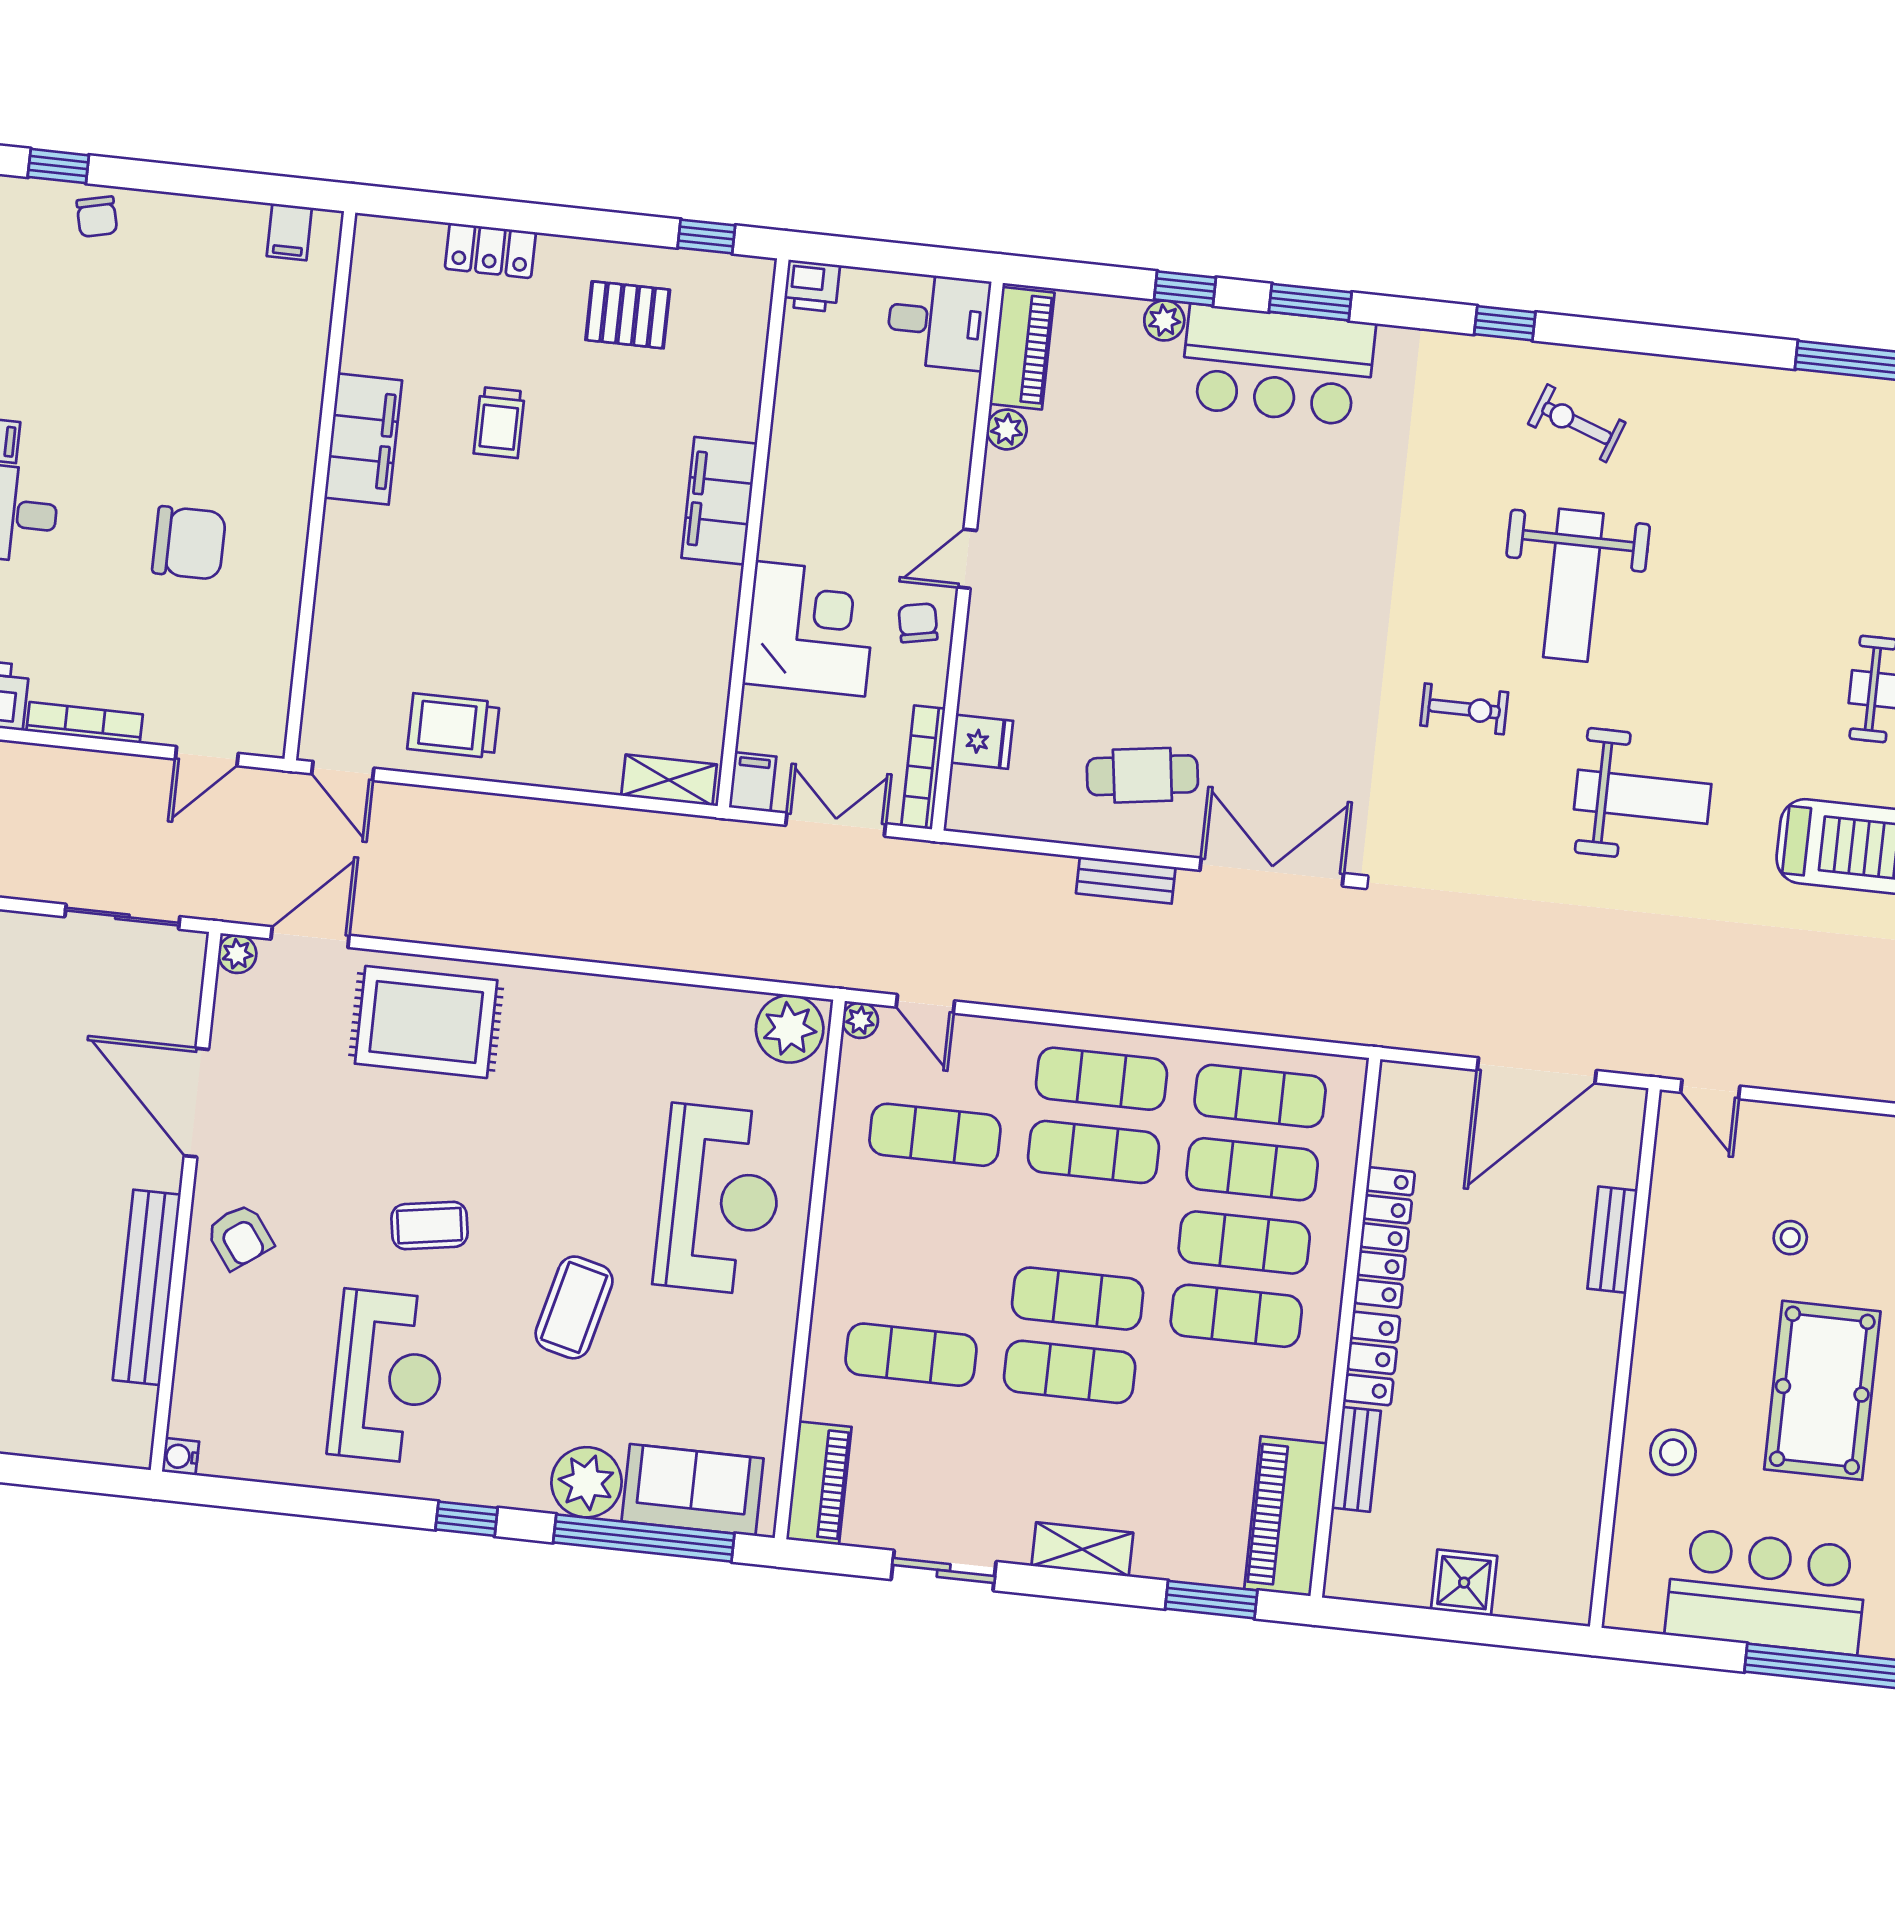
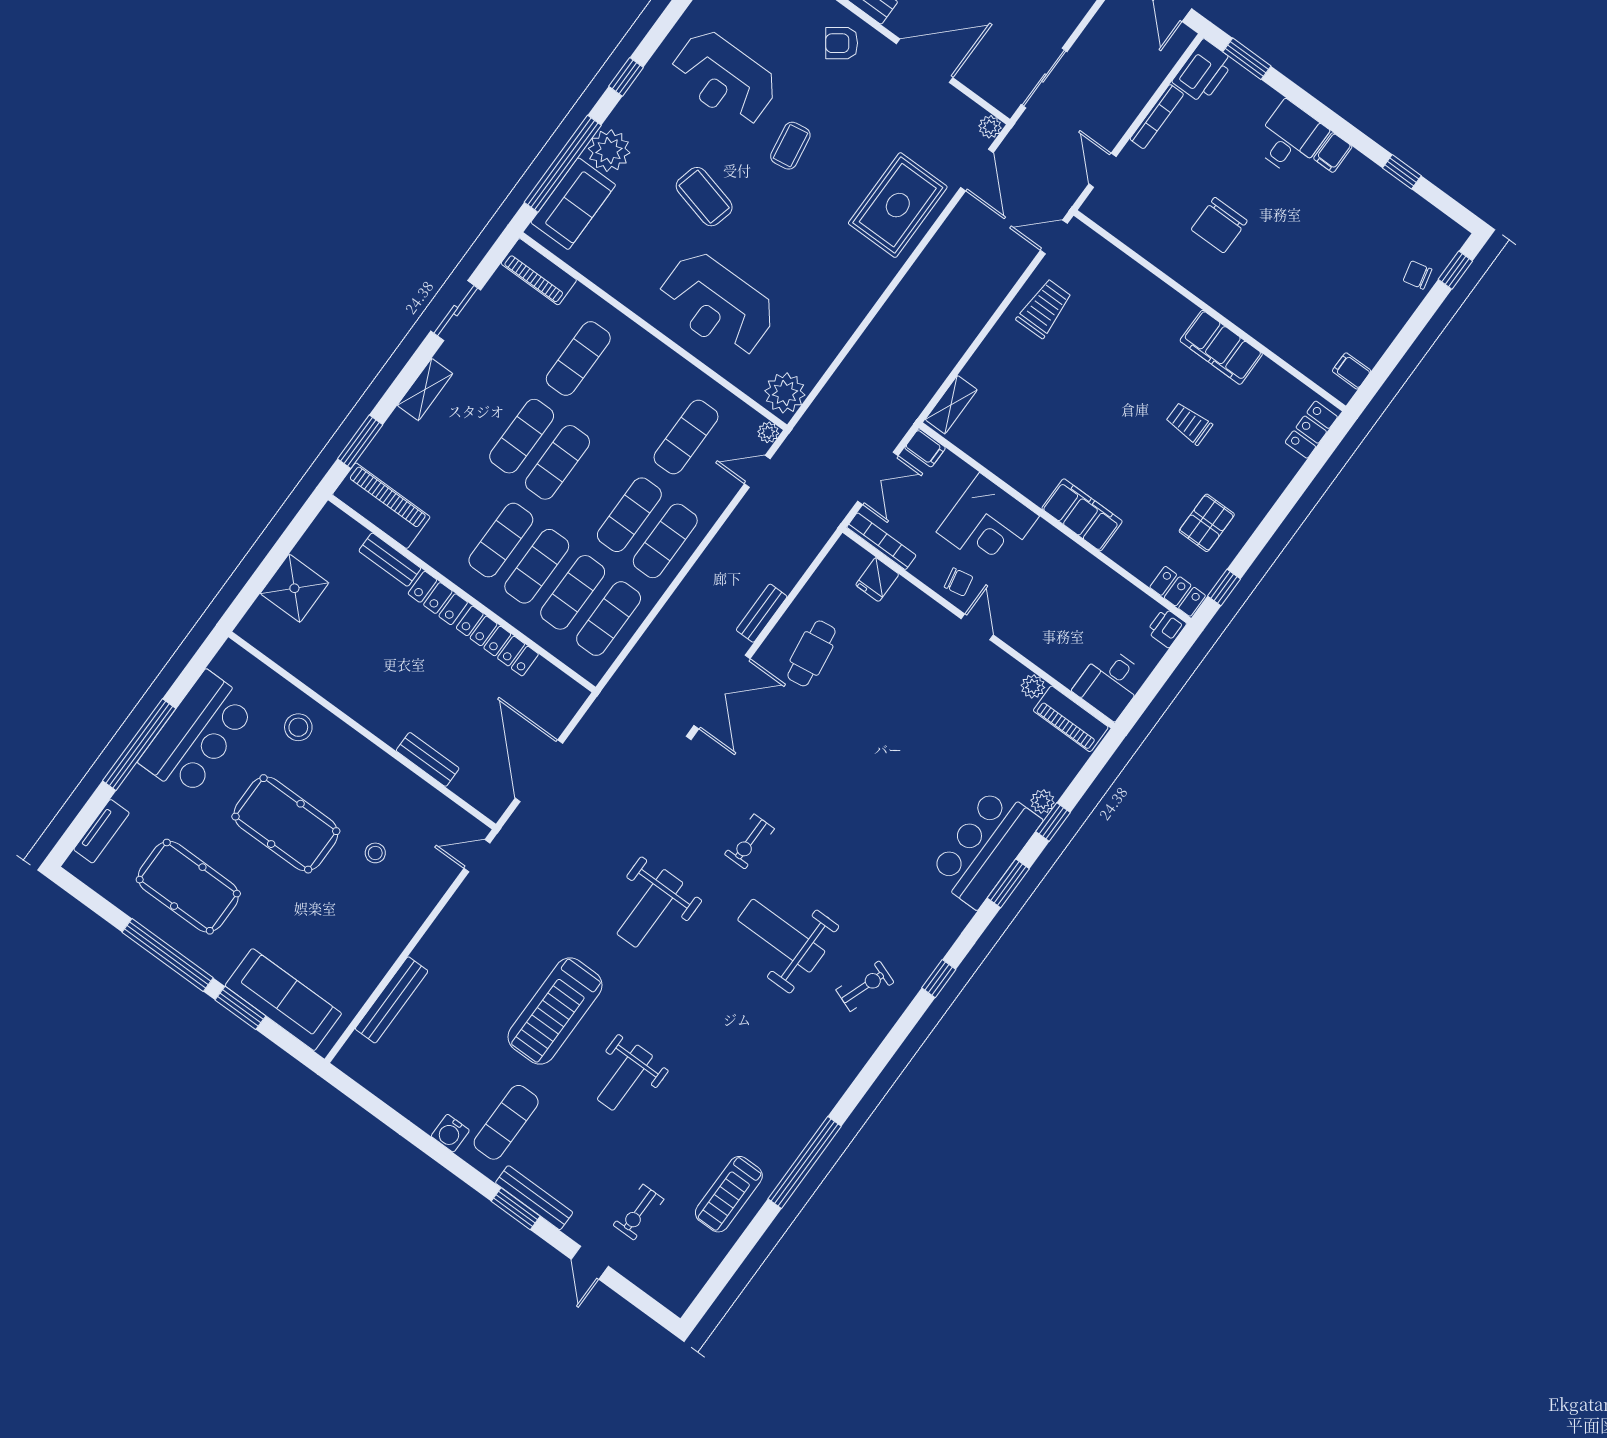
locker: (490, 250) -> (1311, 430), moved
locker: (750, 300) -> (1178, 591), added
shower: (1464, 1583) -> (294, 588), width x1.36, depth x1.36

